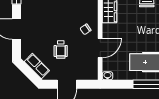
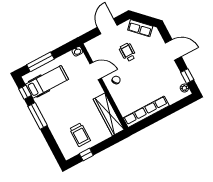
door: (100, 48) -> (96, 71), swing flipped

